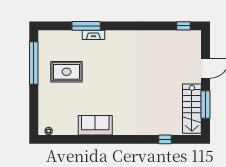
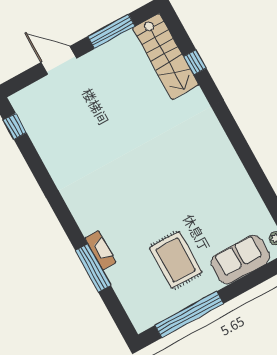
stairs: (192, 109) -> (166, 56), moved, turned 90
sofa: (95, 125) -> (240, 260), moved, turned 90

